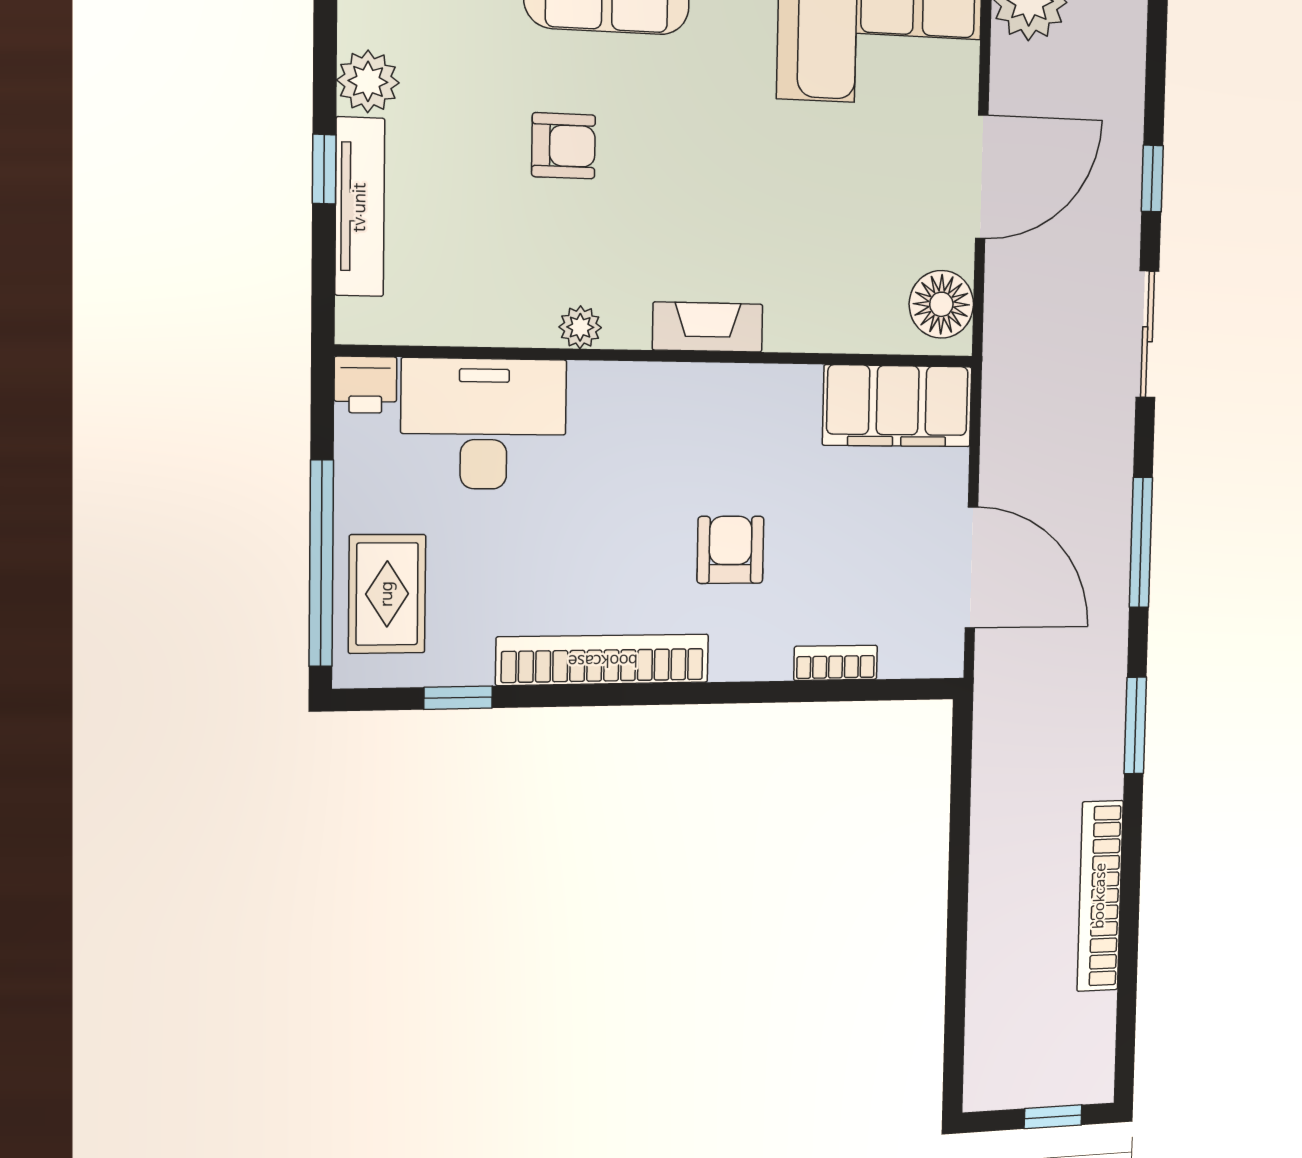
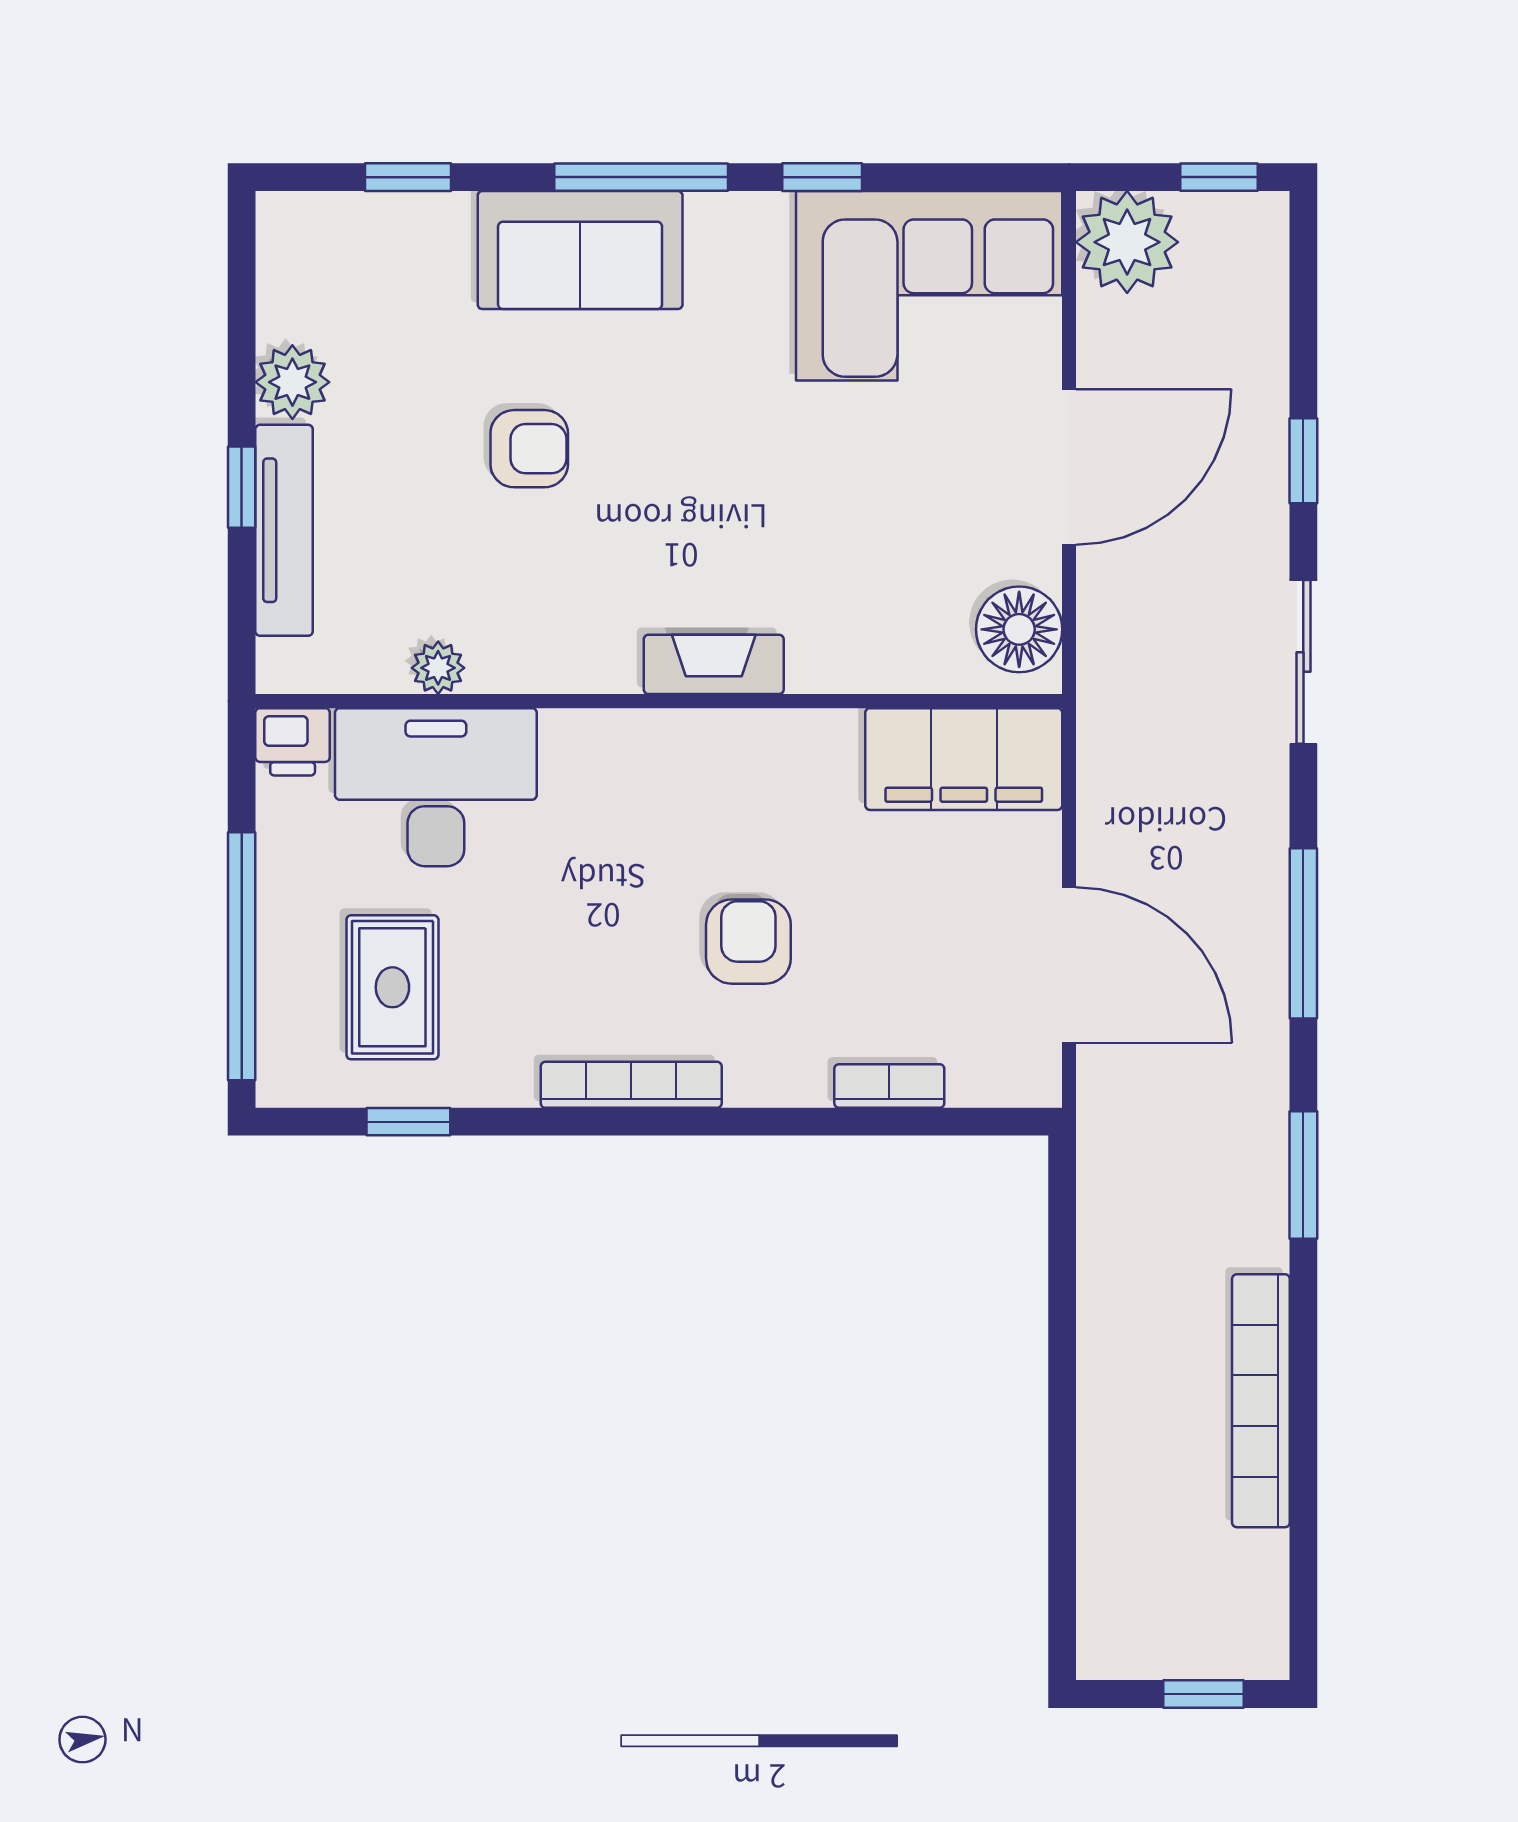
plant: (580, 327) -> (438, 668), moved
rug: (387, 594) -> (392, 987), moved
bookcase: (603, 660) -> (631, 1085), width x0.68, depth x0.76

